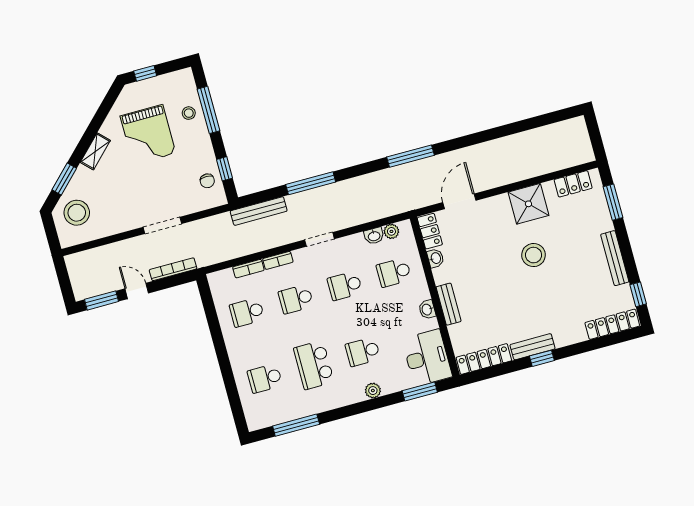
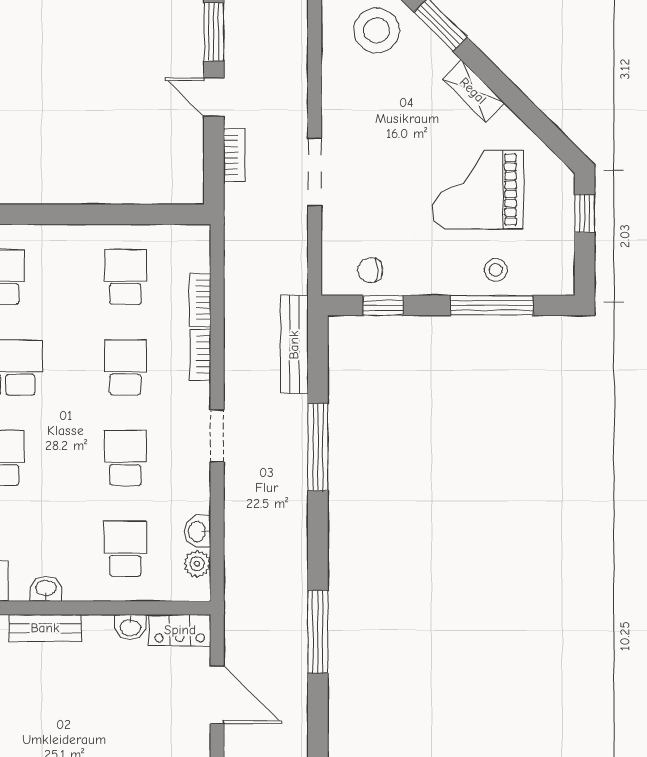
bookcase: (173, 269) -> (234, 155), width x0.64
door: (137, 291) -> (214, 97), swing flipped

